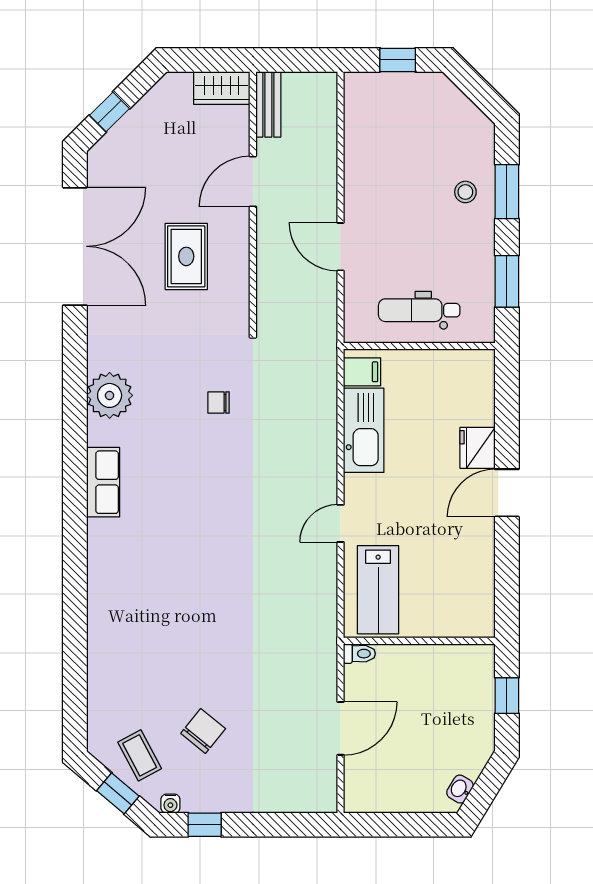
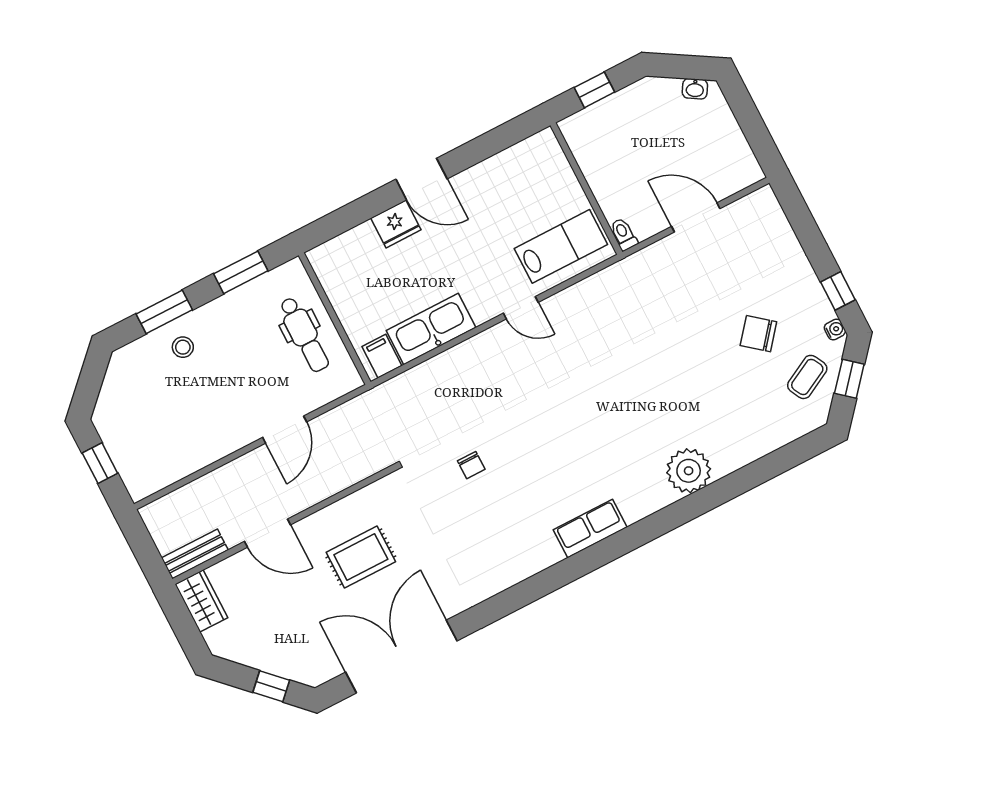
plant: (110, 395) -> (689, 471), moved

